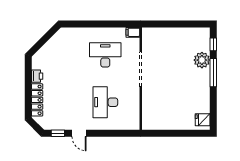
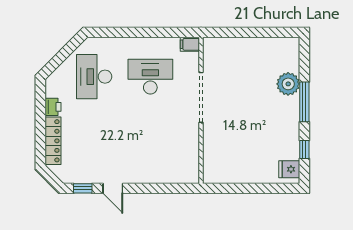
window: (213, 44) -> (304, 149), moved
desk: (105, 102) -> (94, 77), moved

